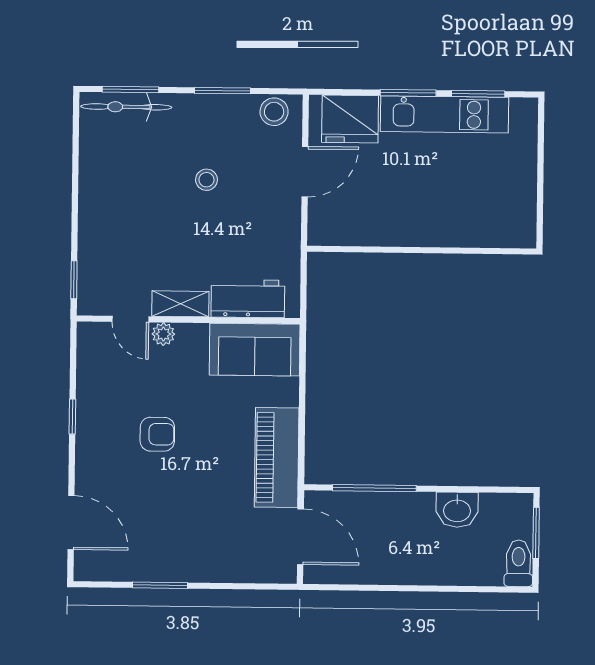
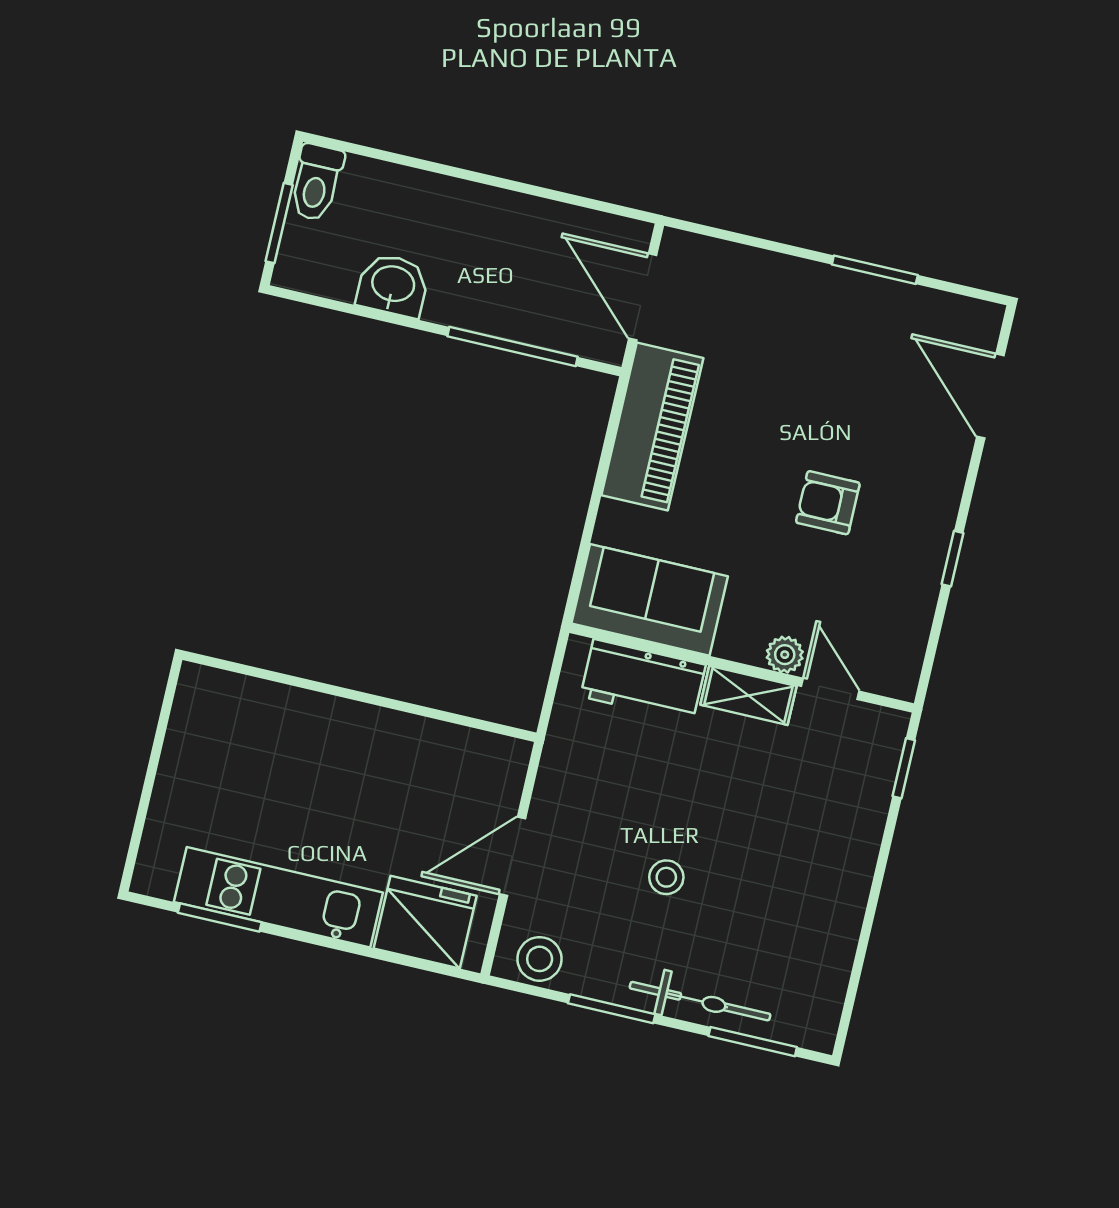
window: (408, 93) -> (327, 943), removed
bicycle: (126, 107) -> (700, 1001), moved

